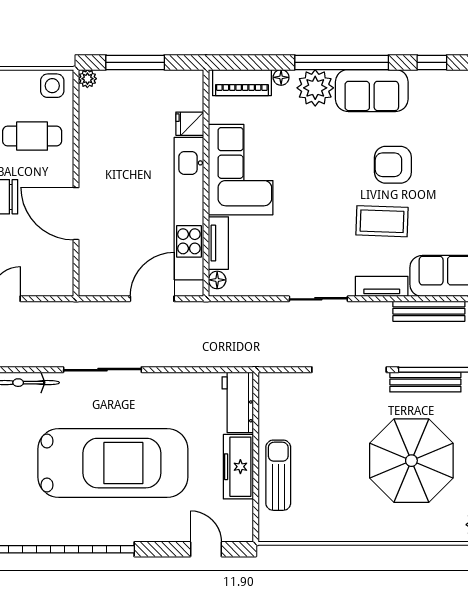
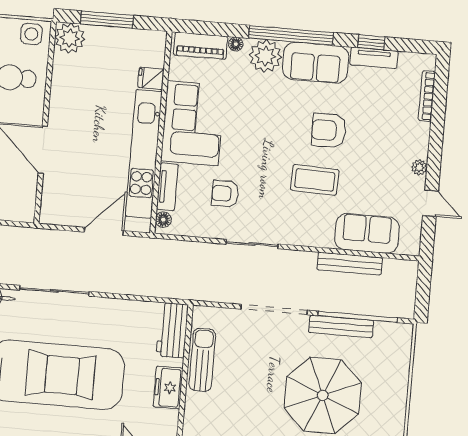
plant: (87, 79) -> (70, 38), width x1.88, depth x1.88
armchair: (283, 245) -> (225, 194), added
tv unit: (382, 286) -> (374, 58), moved, turned 180
freezer: (238, 467) -> (168, 388), width x0.71
sun lounger: (278, 475) -> (202, 360), moved

